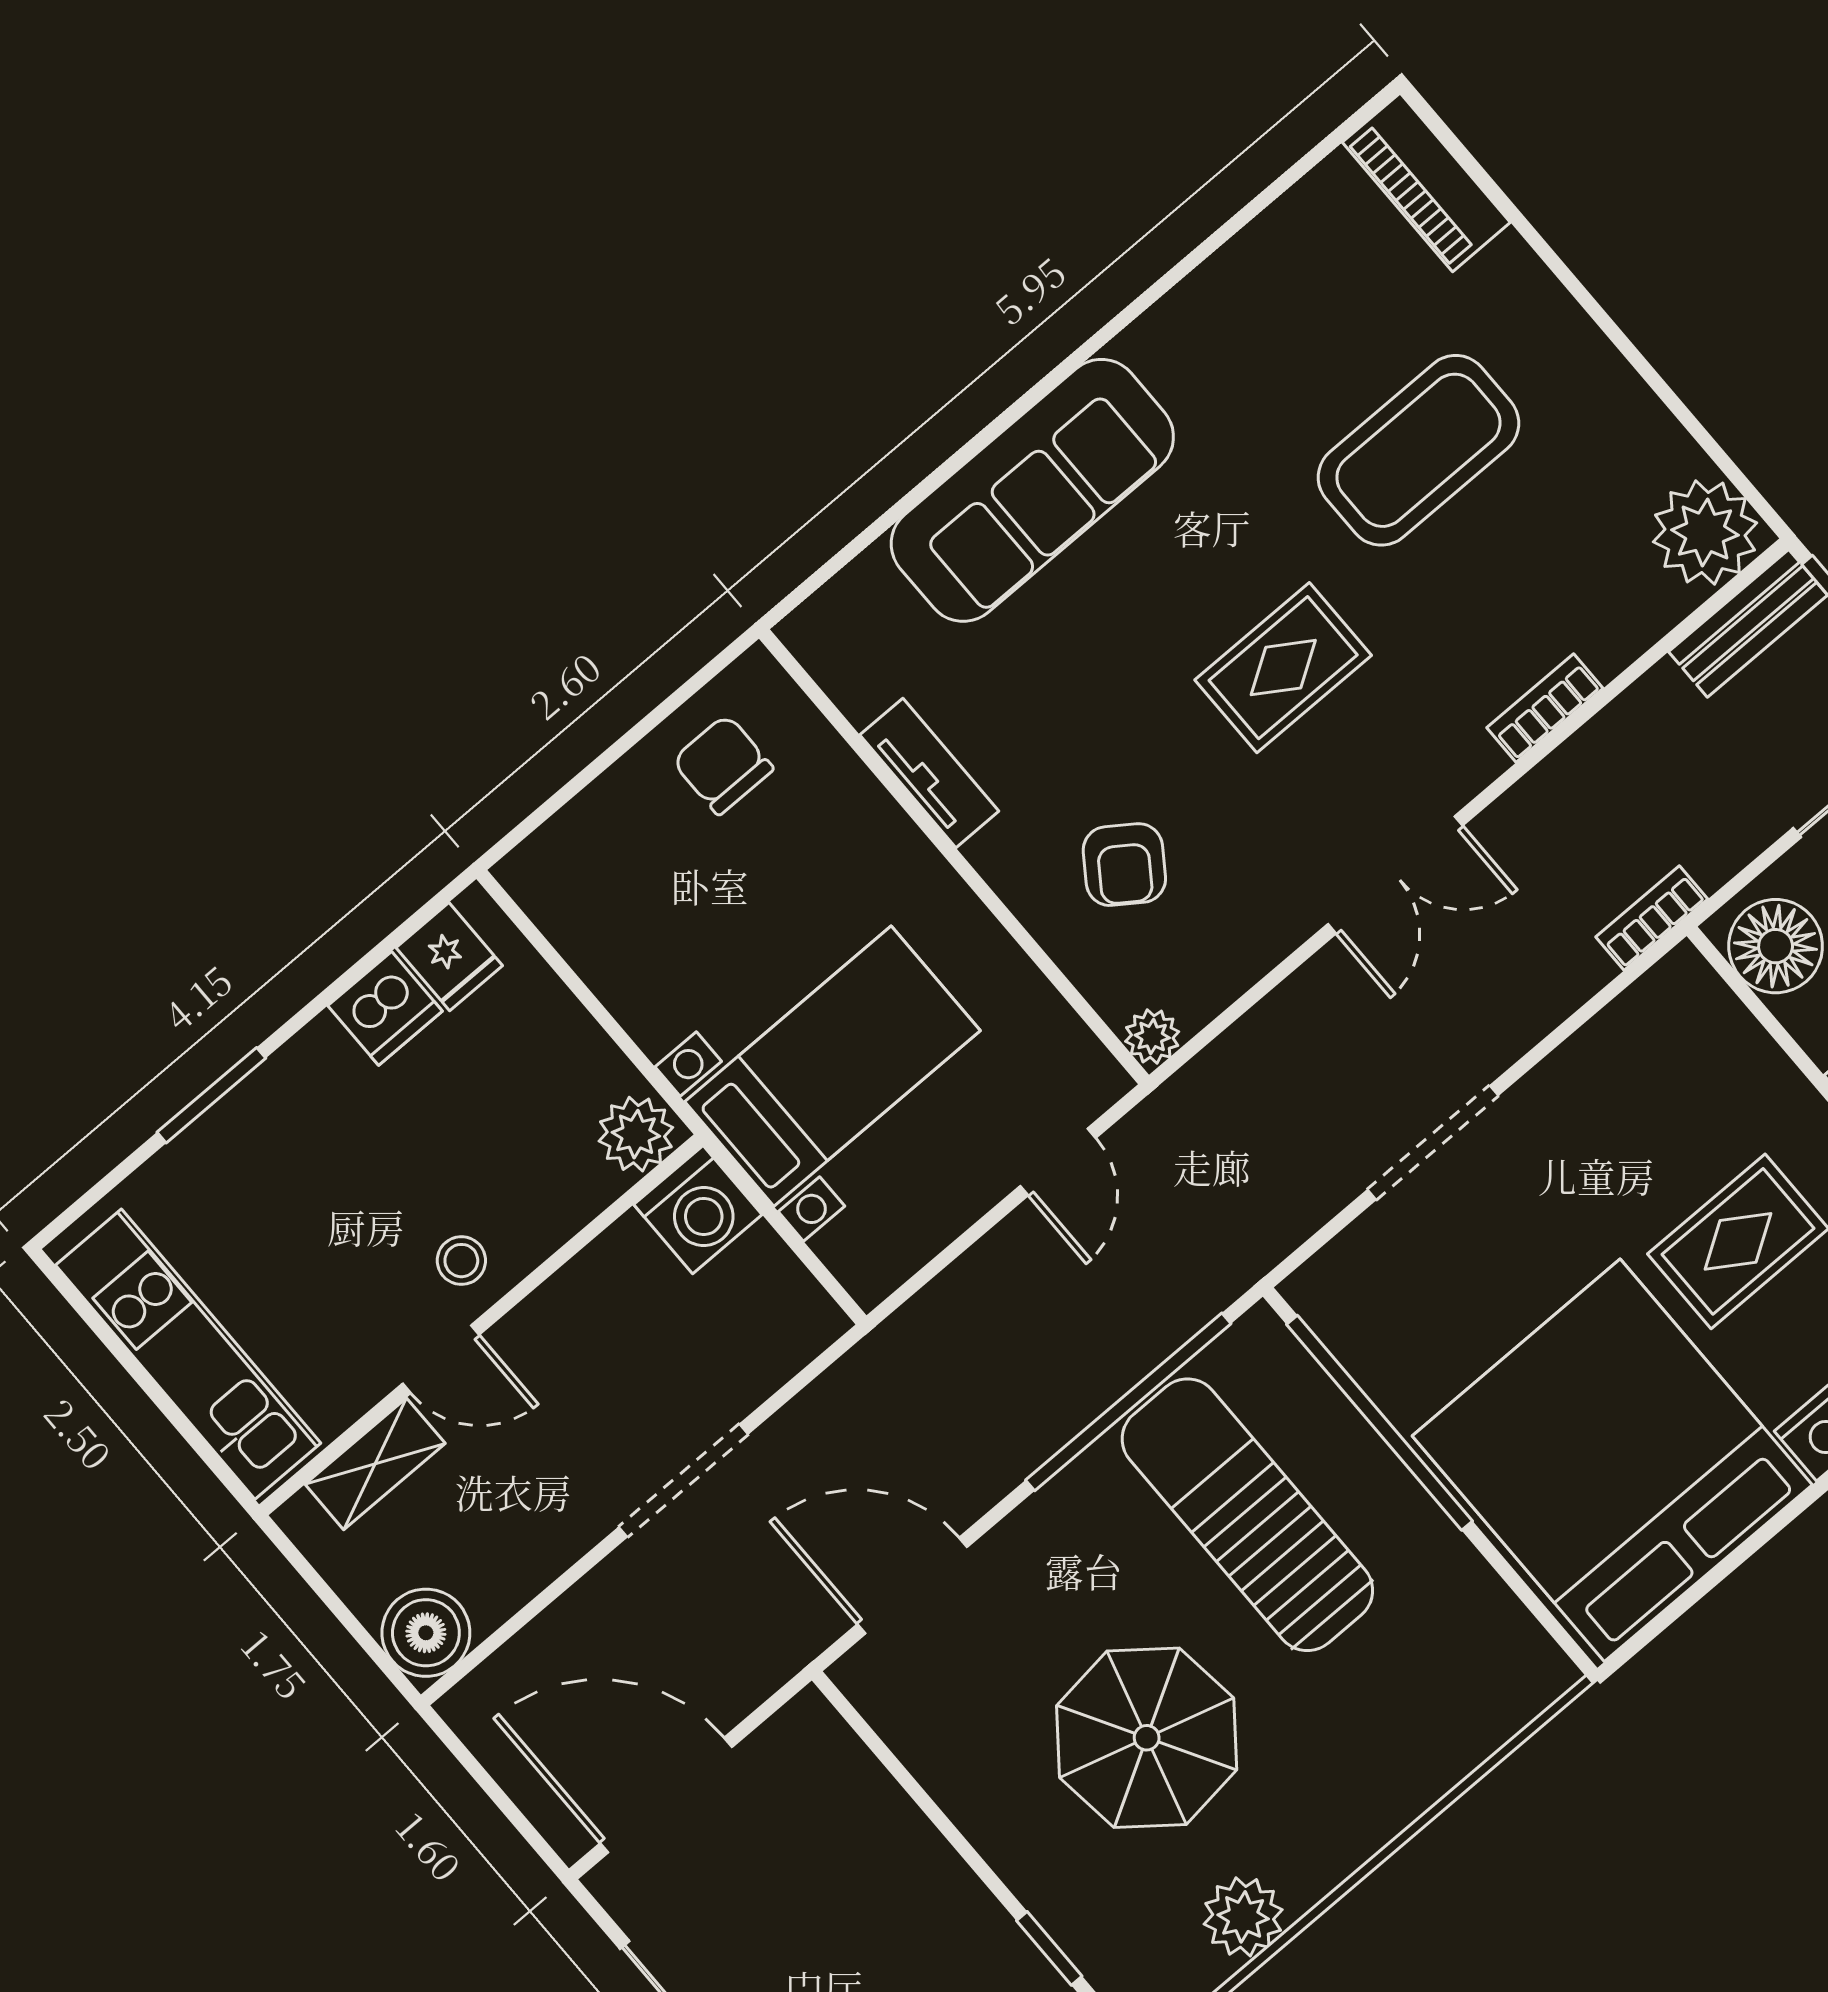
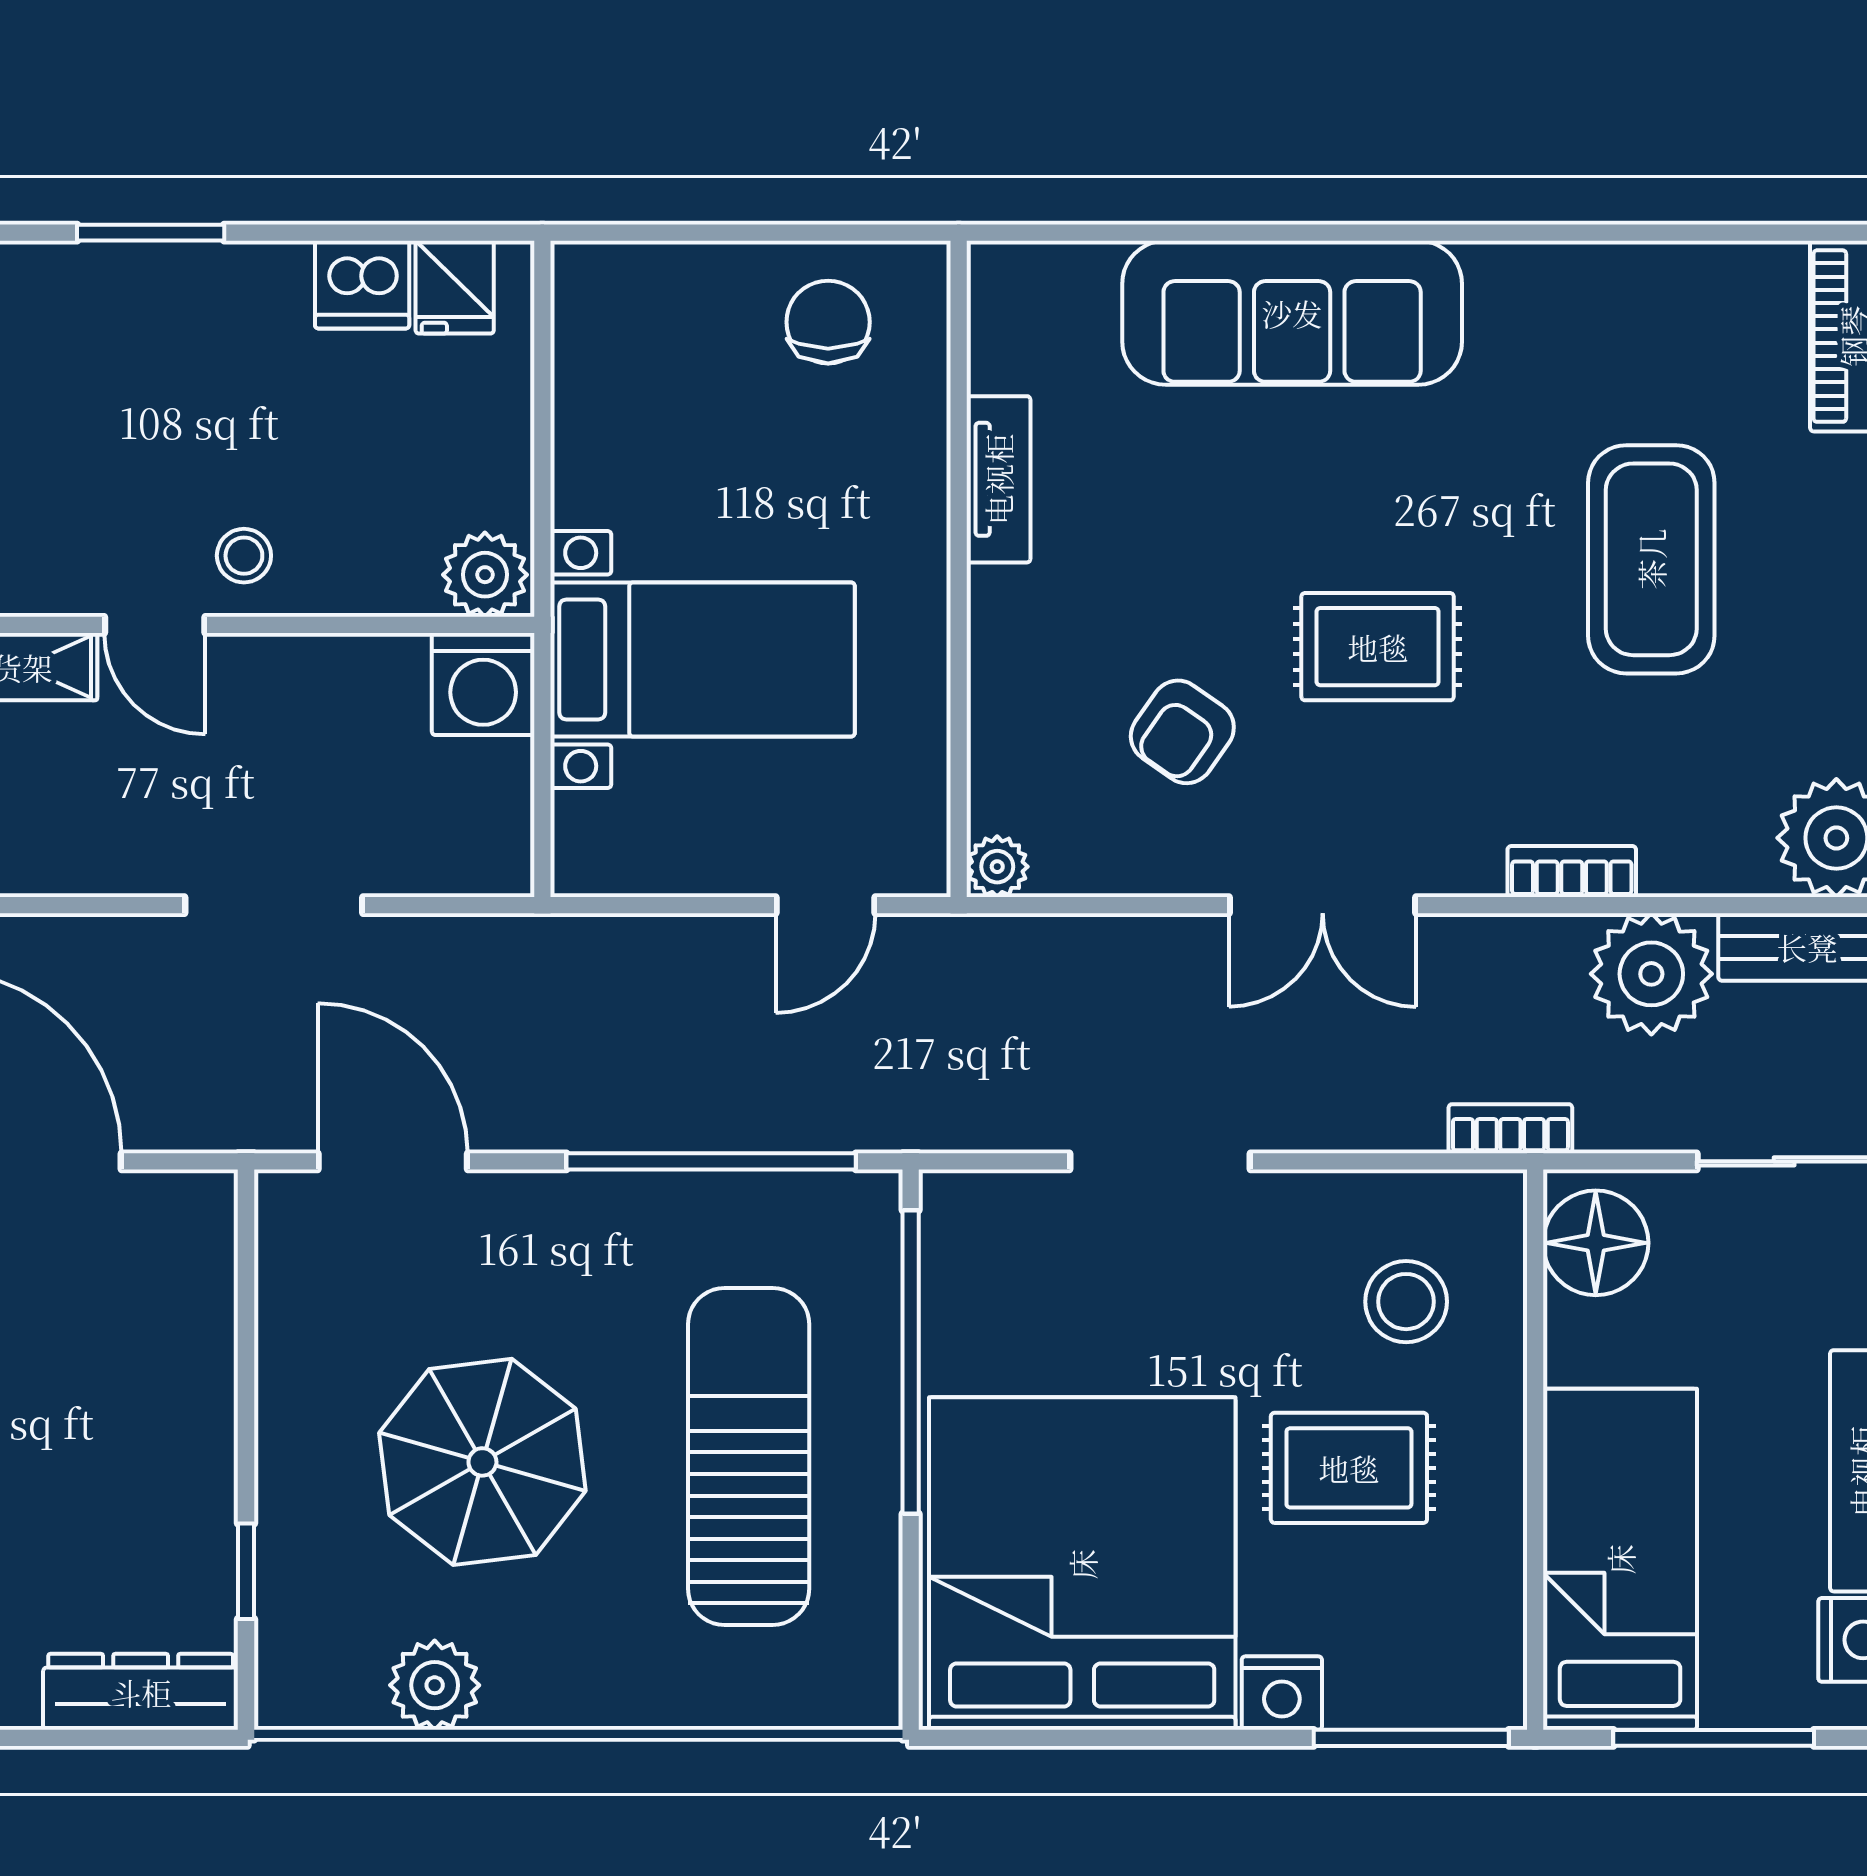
coffee table: (1418, 450) -> (1651, 559), turned 90
plant: (1658, 732) -> (1651, 974), added
armchair: (1124, 865) -> (1182, 732), moved
stool: (1681, 1096) -> (1406, 1302), added
sun lounger: (1247, 1515) -> (749, 1456), moved

